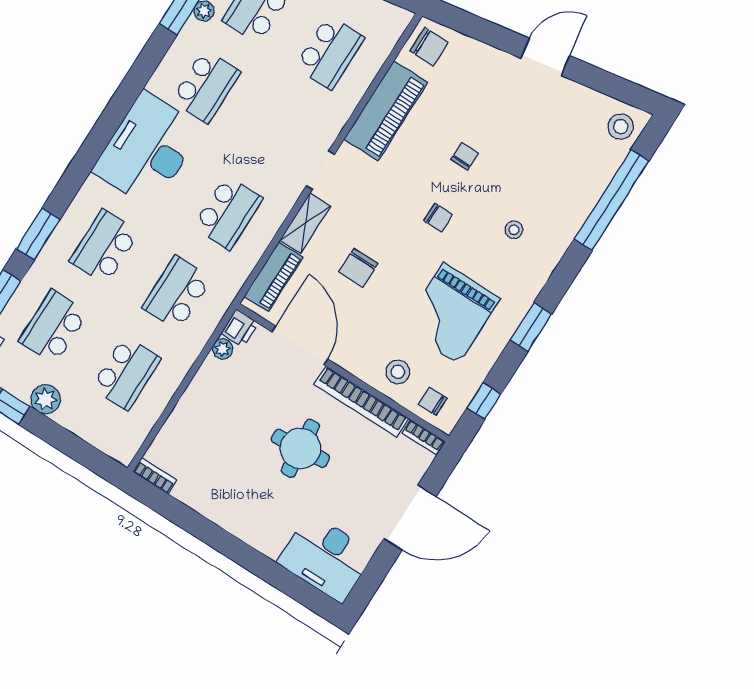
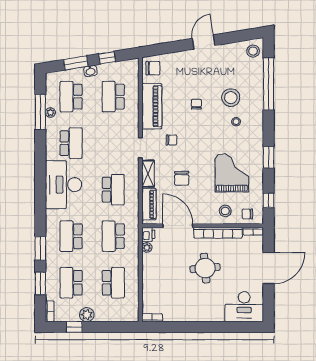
school desk: (330, 52) -> (113, 97), turned 180
stool: (531, 183) -> (231, 98), added
chair: (438, 218) -> (171, 140), moved
grand piano: (451, 313) -> (232, 173), turned 180

